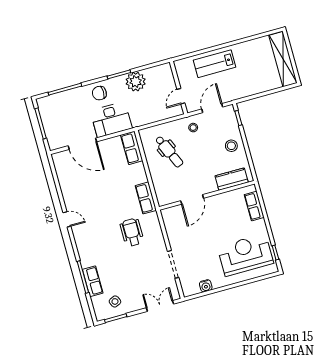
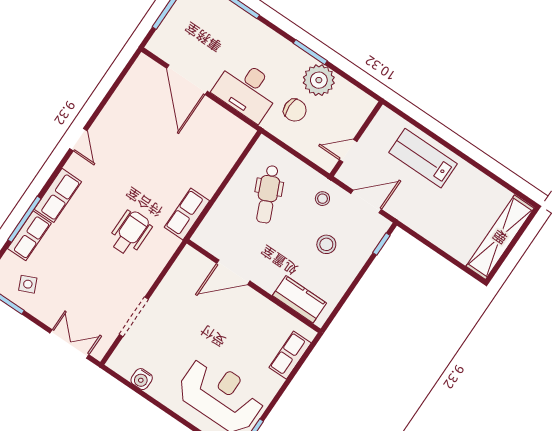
chair: (99, 93) -> (295, 110), moved, turned 180
stool: (231, 146) -> (326, 244), moved
row of seats: (132, 148) -> (58, 195), moved, turned 180

